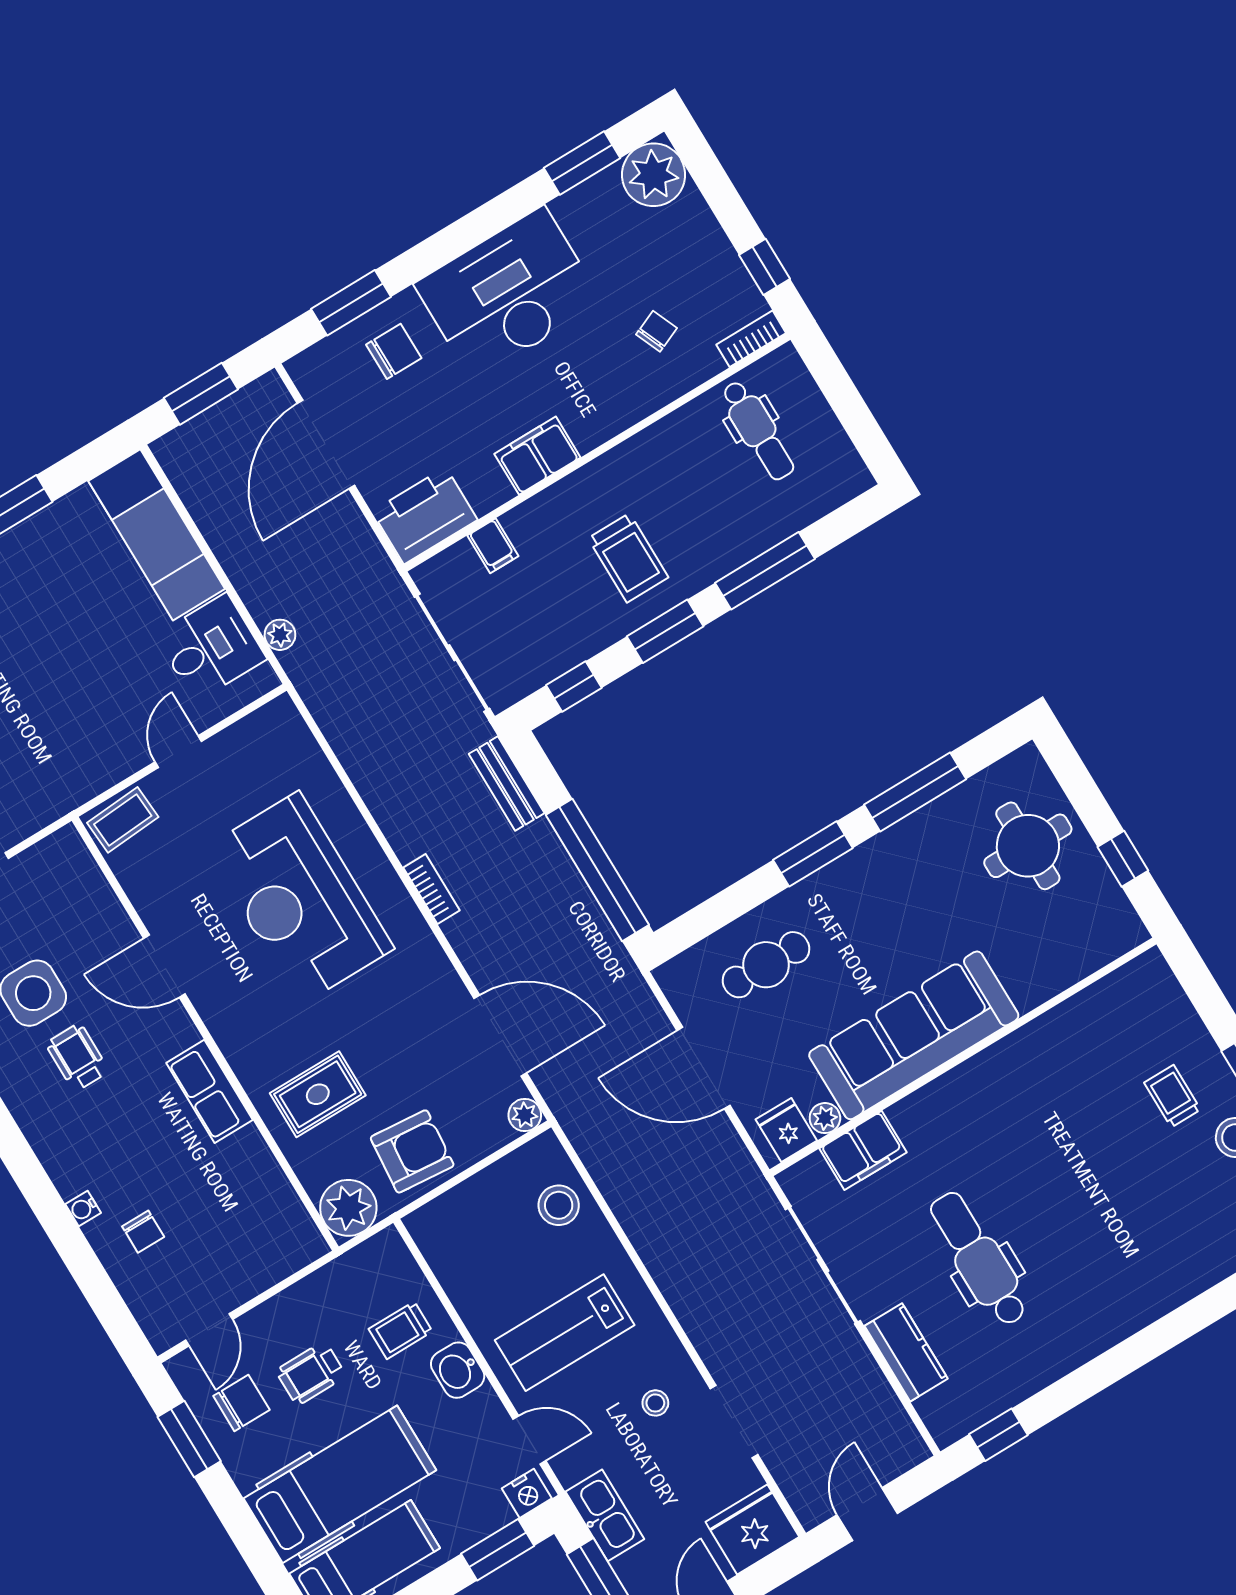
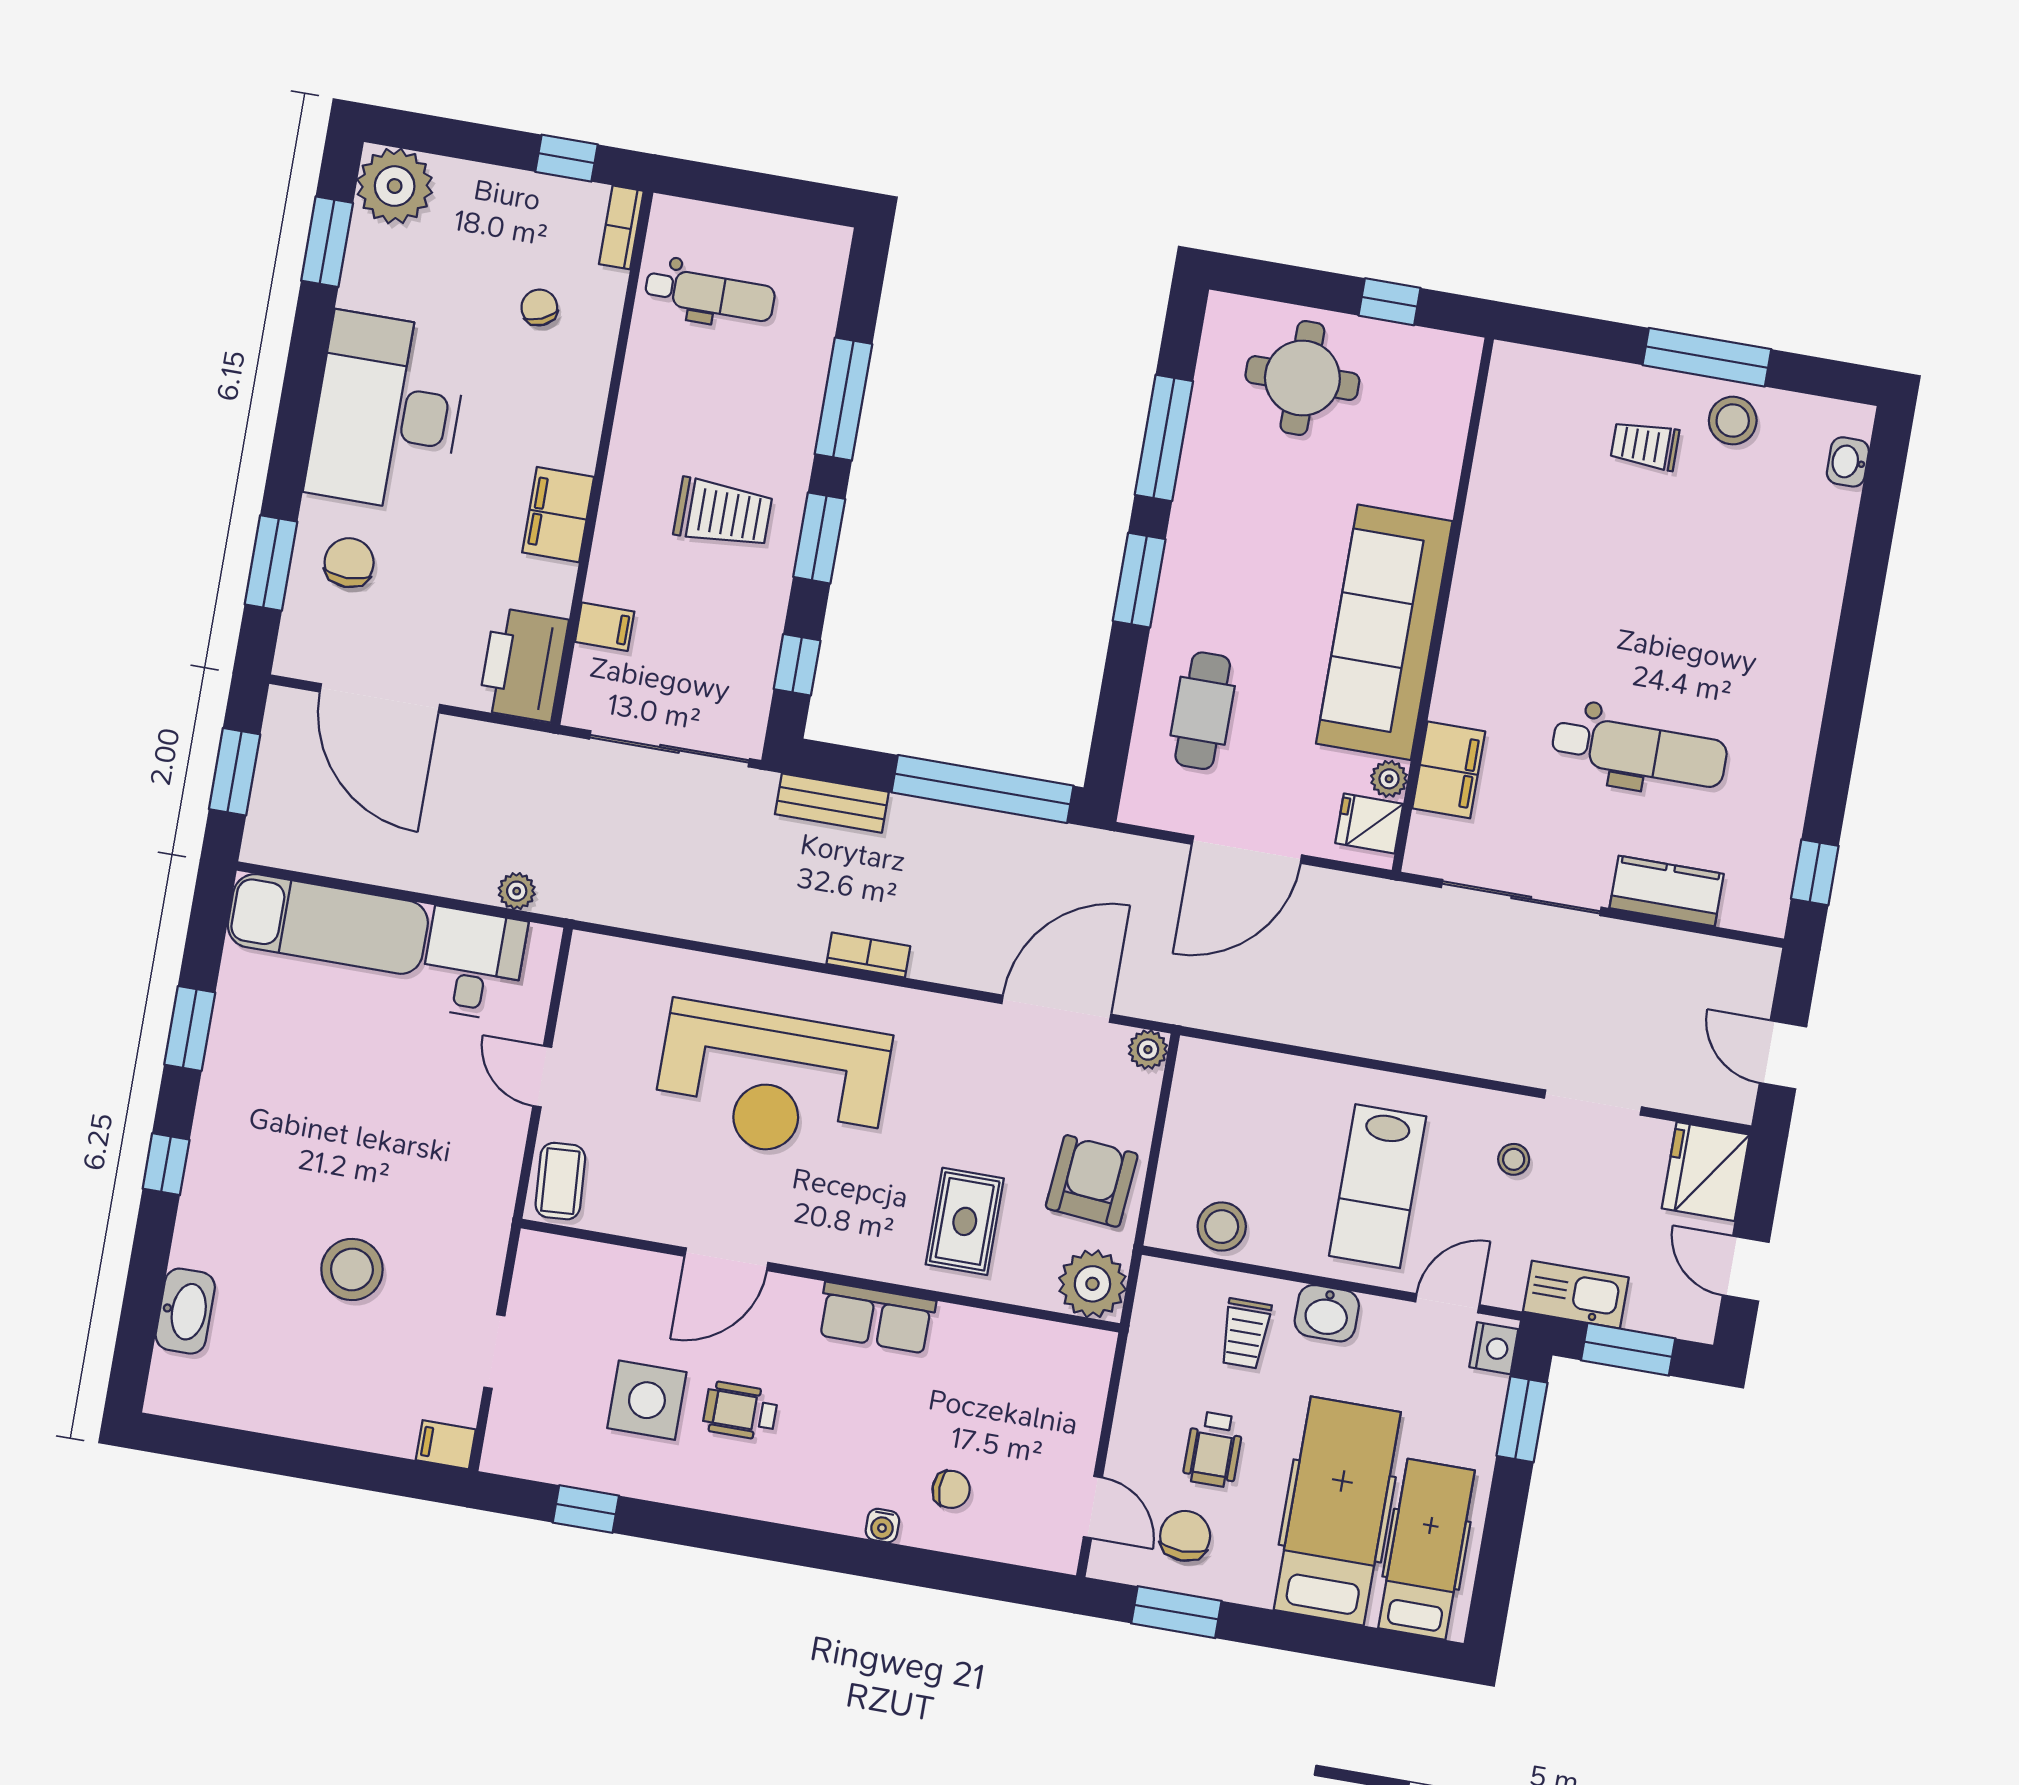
stool: (559, 1205) -> (1222, 1227), moved
dental chair: (979, 1259) -> (1639, 751), turned 180

